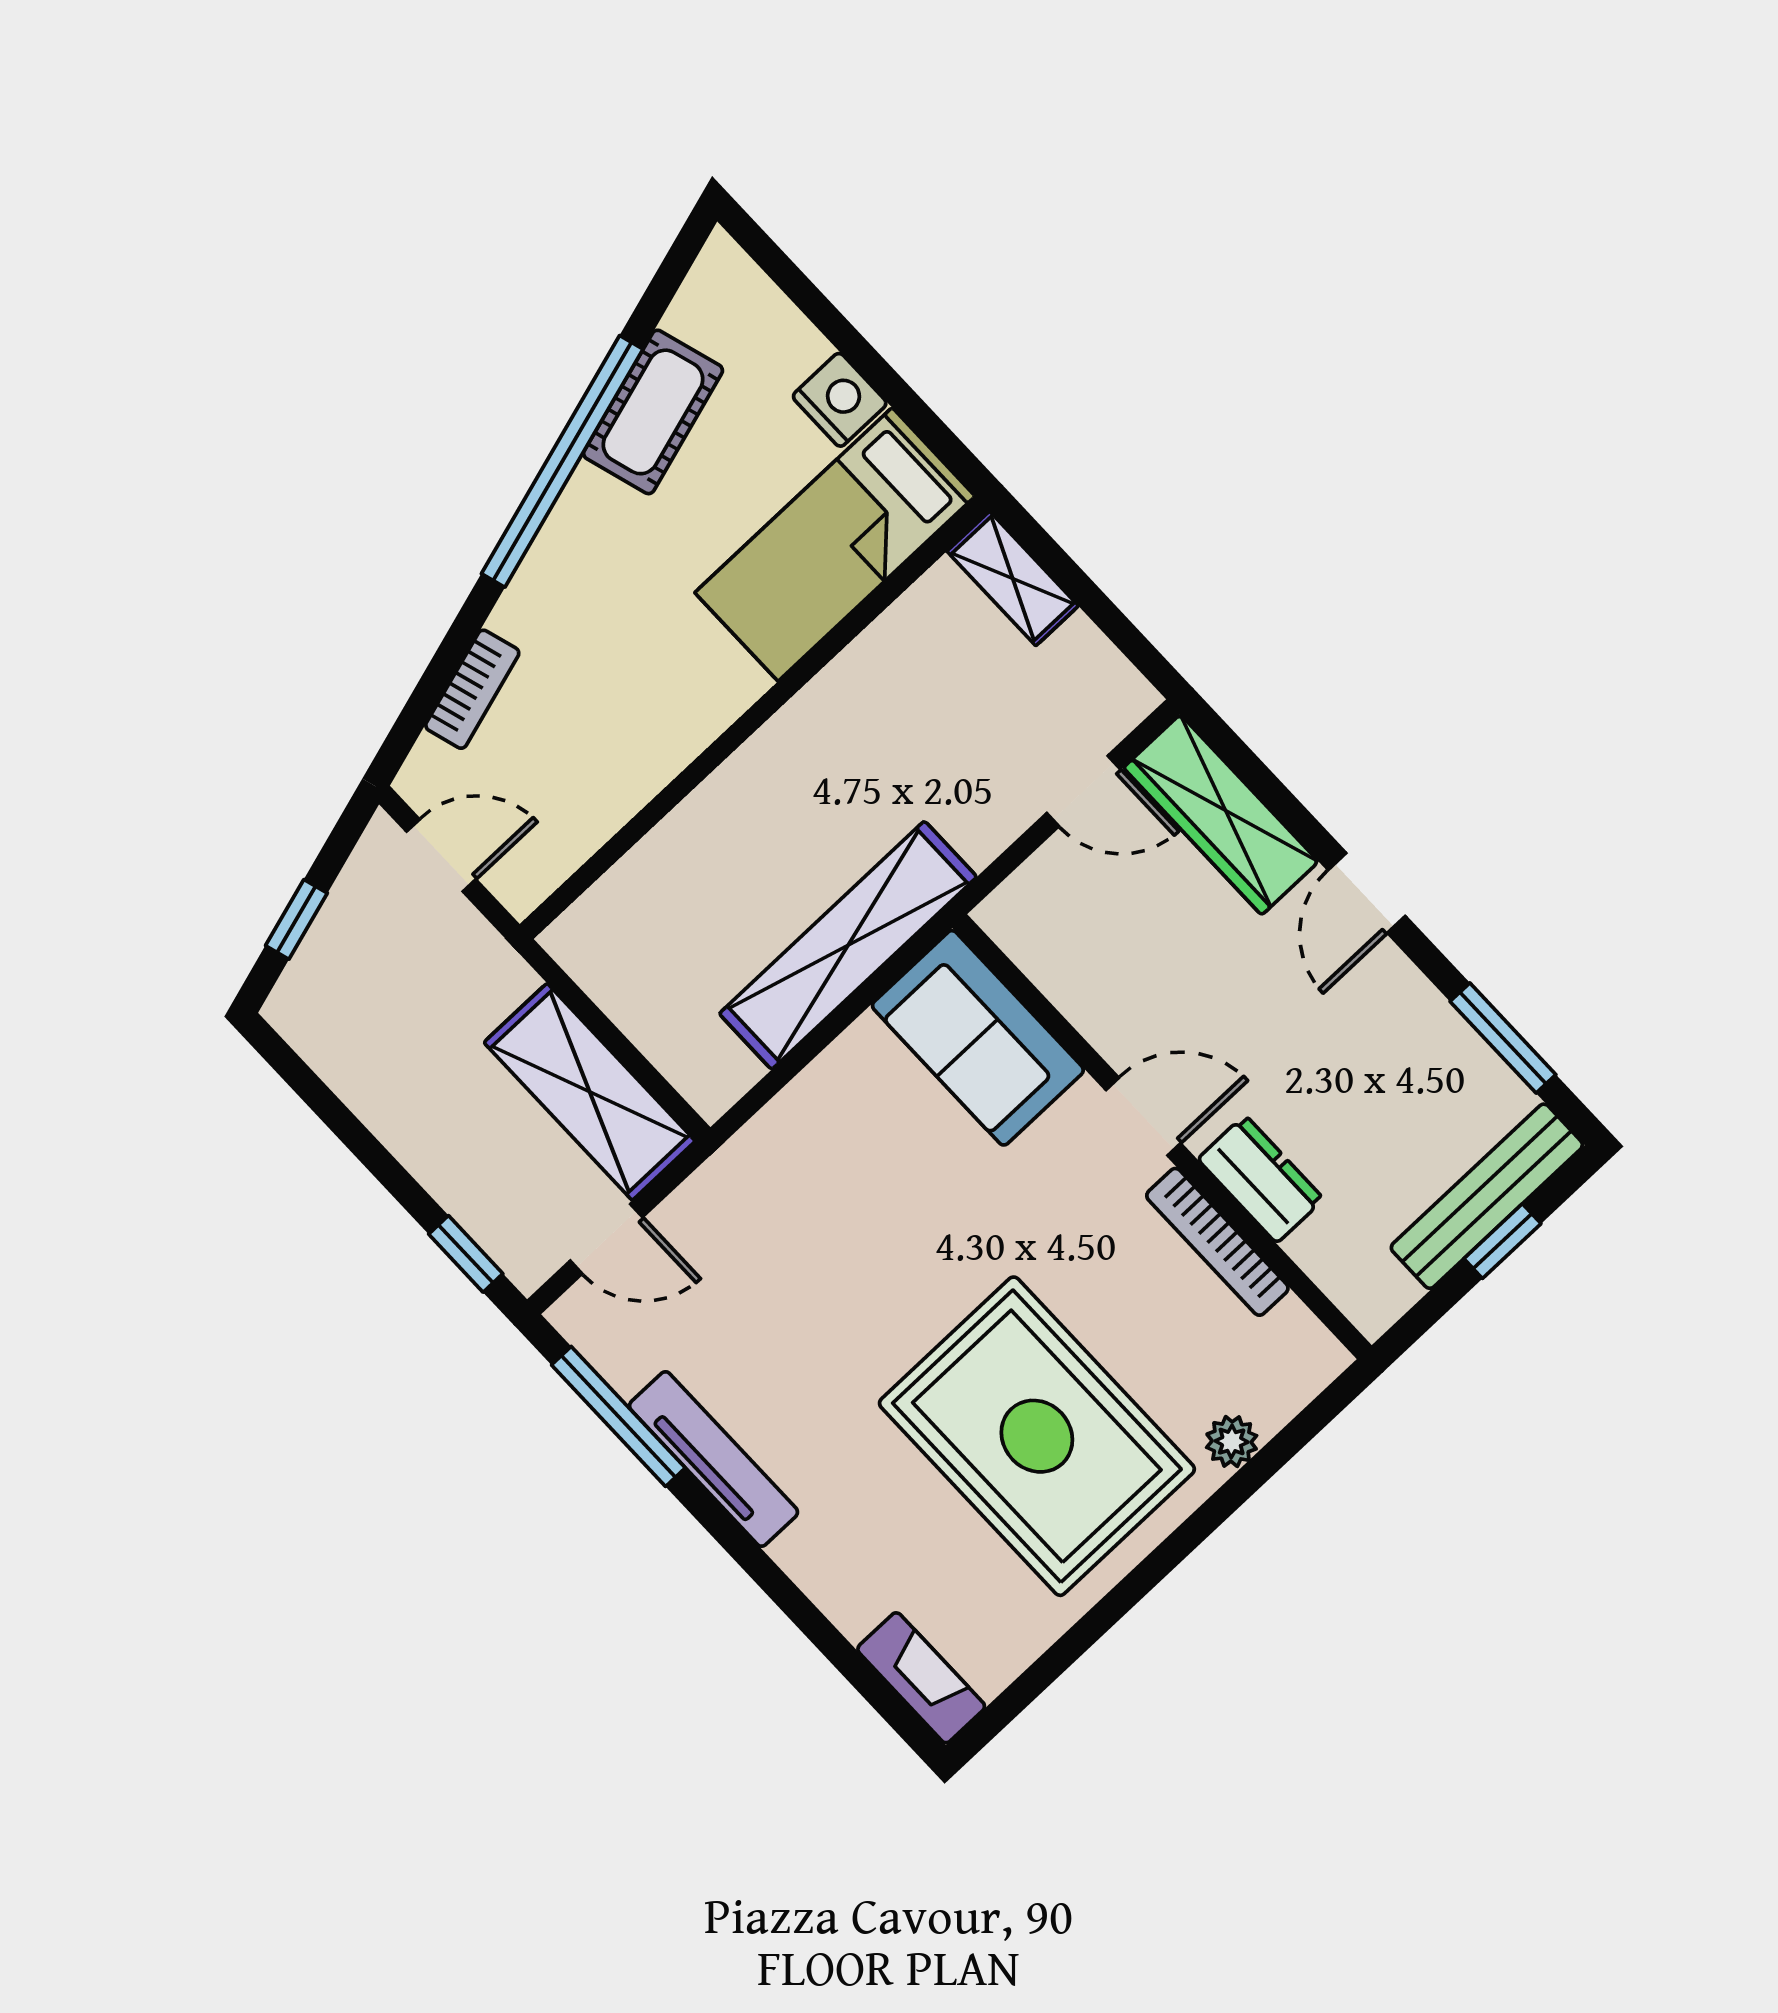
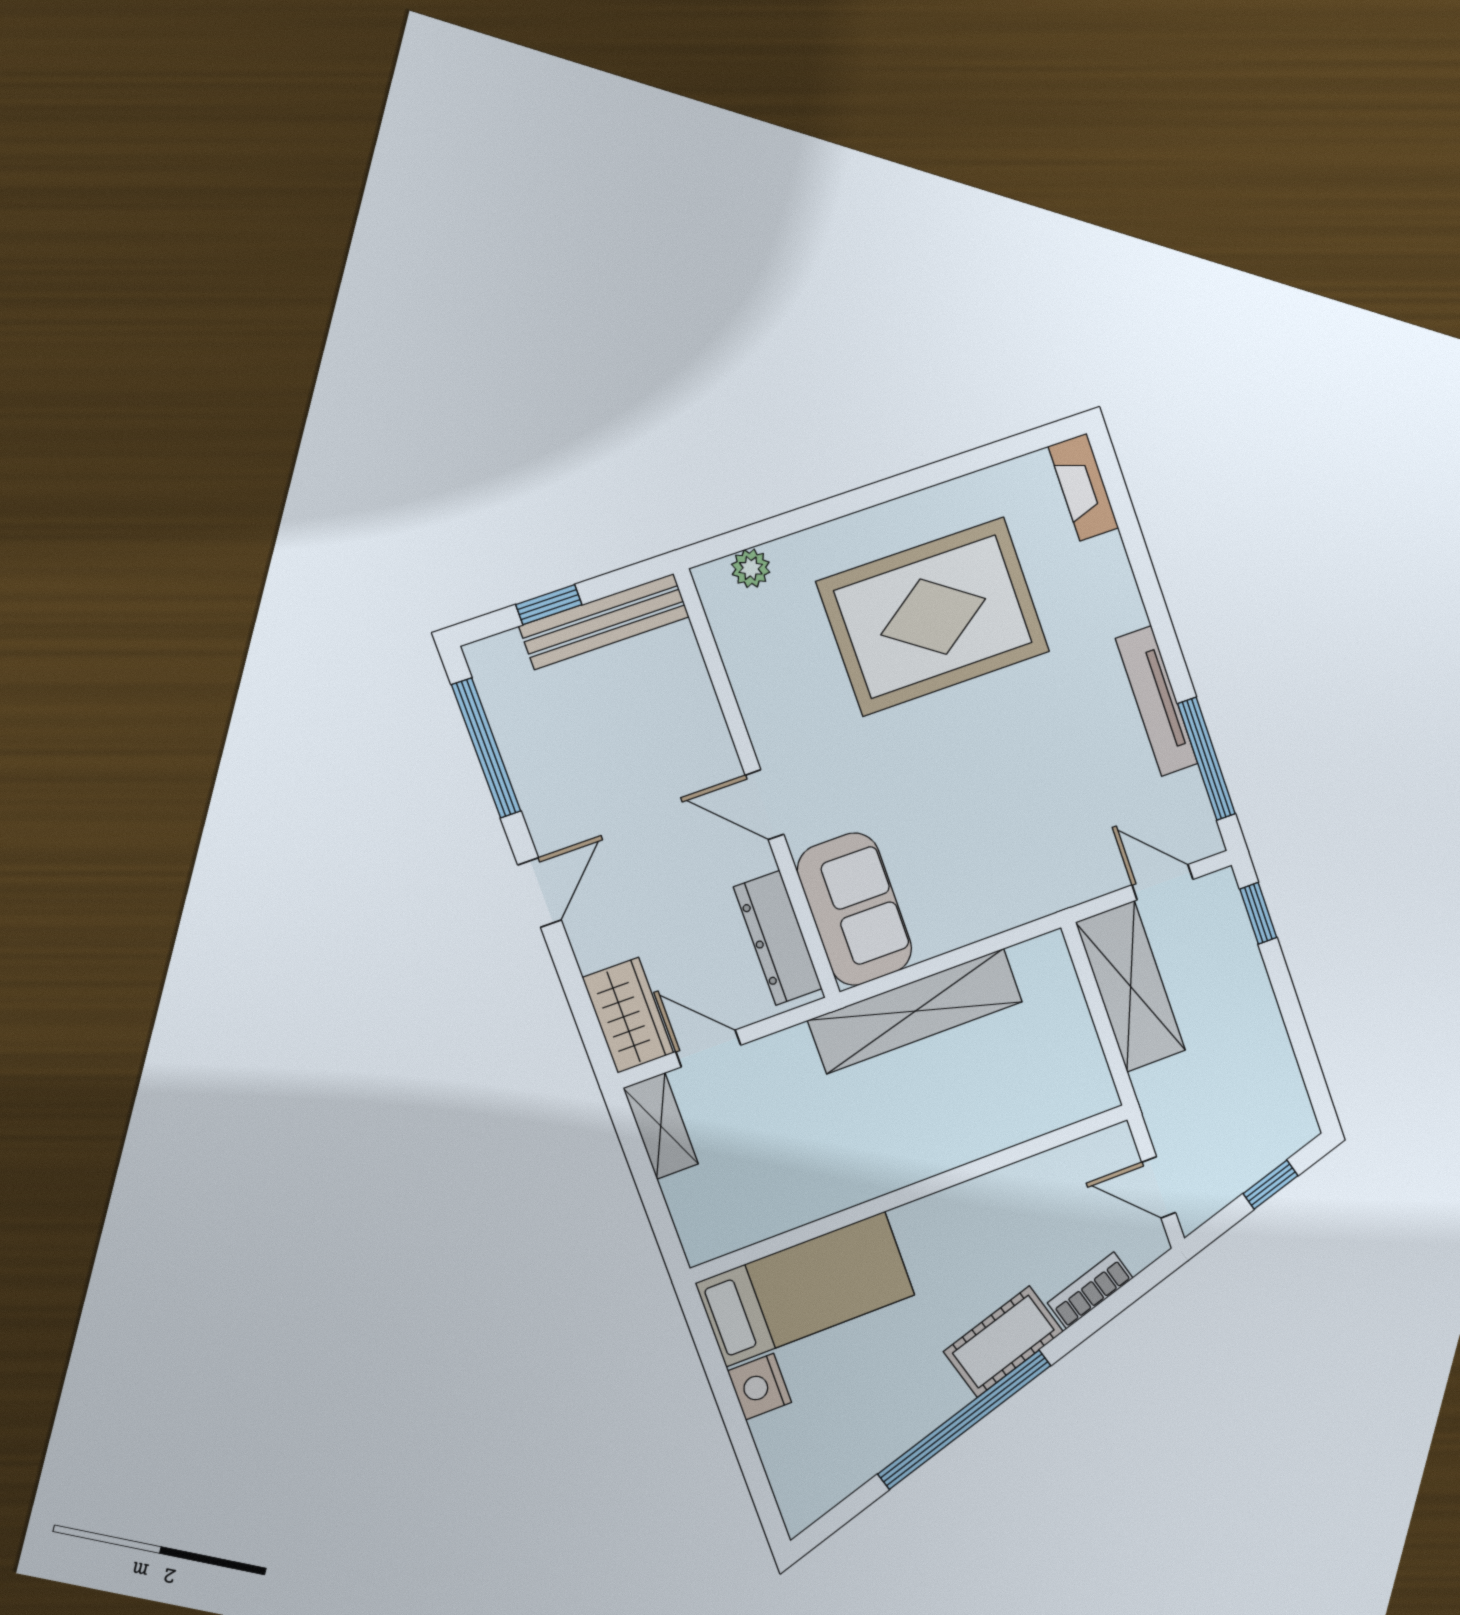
cot: (653, 412) -> (1003, 1342), moved
shelving: (1013, 578) -> (661, 1126), moved
wardrobe: (1221, 815) -> (628, 1015), width x0.67
window: (1503, 1038) -> (486, 748), width x1.44
dresser: (1261, 1179) -> (778, 938), moved, width x1.44
bench: (1487, 1196) -> (604, 622), moved
bookcase: (1217, 1242) -> (751, 695), removed
rug: (1037, 1436) -> (933, 617), turned 90
plant: (1232, 1442) -> (751, 568), moved

